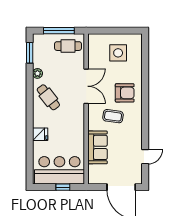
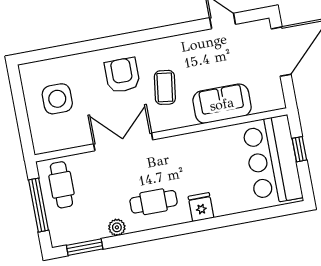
cafe table: (48, 97) -> (154, 202), turned 38
fridge: (40, 134) -> (201, 207), moved

